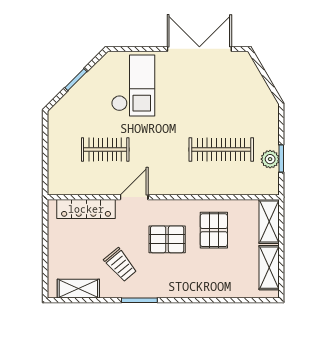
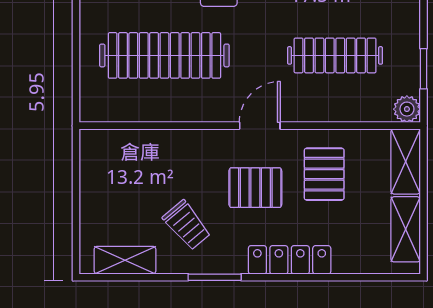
clothes rail: (105, 149) -> (164, 55), width x1.86, depth x1.31
plant: (270, 159) -> (407, 109), moved
door: (134, 197) -> (260, 126), moved
locker: (86, 209) -> (290, 260), moved, turned 180

